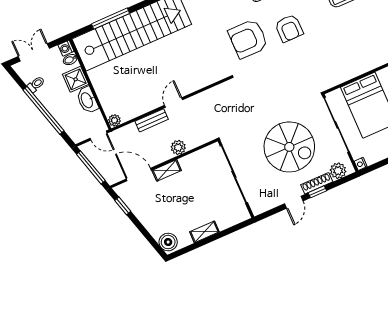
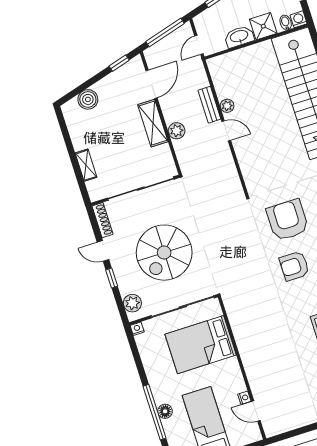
plant: (114, 120) -> (227, 106), moved
shelving: (167, 170) -> (153, 123), width x1.50, depth x1.33
shoe rack: (317, 183) -> (102, 220), moved
shelving: (204, 232) -> (86, 165), moved
boiler: (168, 242) -> (88, 99), moved

